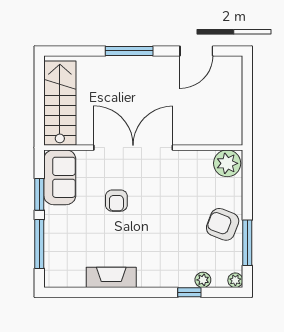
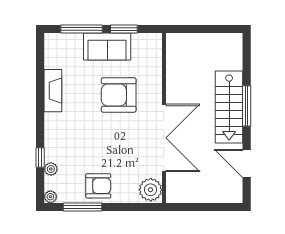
stairs: (60, 103) -> (229, 107), moved, turned 90
double door: (133, 148) -> (164, 138), moved
sofa: (60, 177) -> (107, 47), moved
armchair: (116, 201) -> (119, 95), width x1.88, depth x1.88
armchair: (223, 224) -> (98, 186), turned 69

